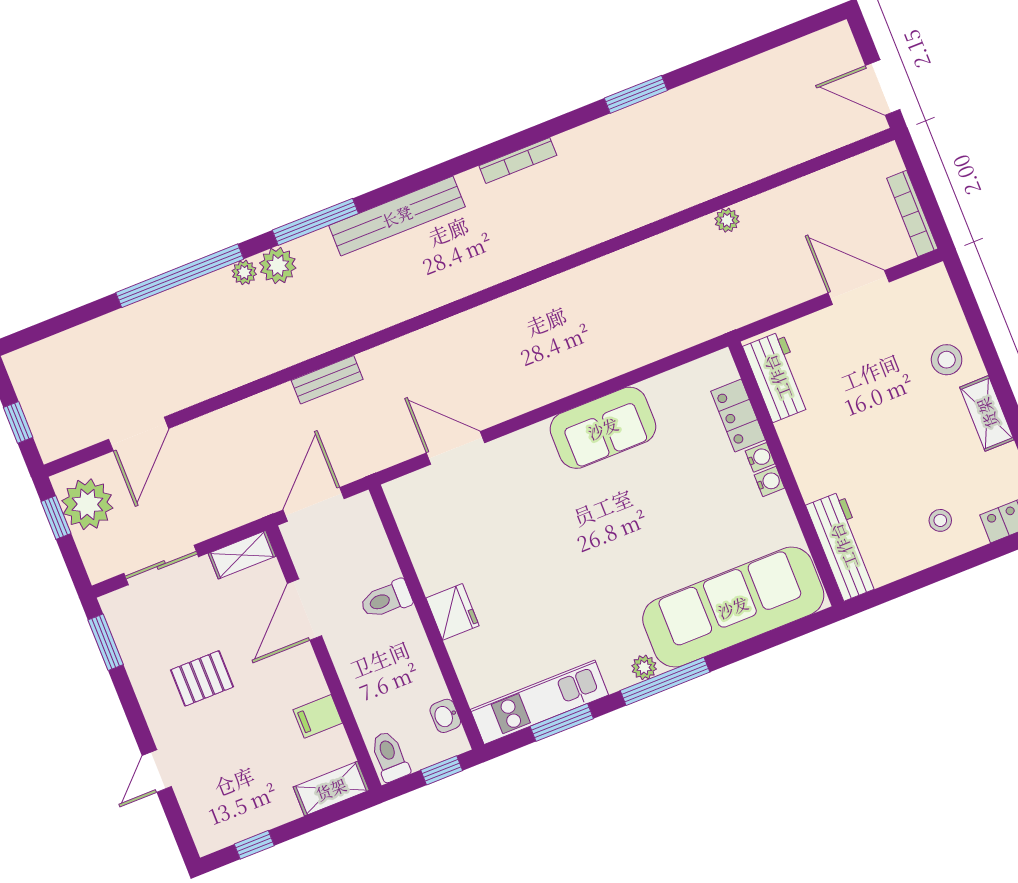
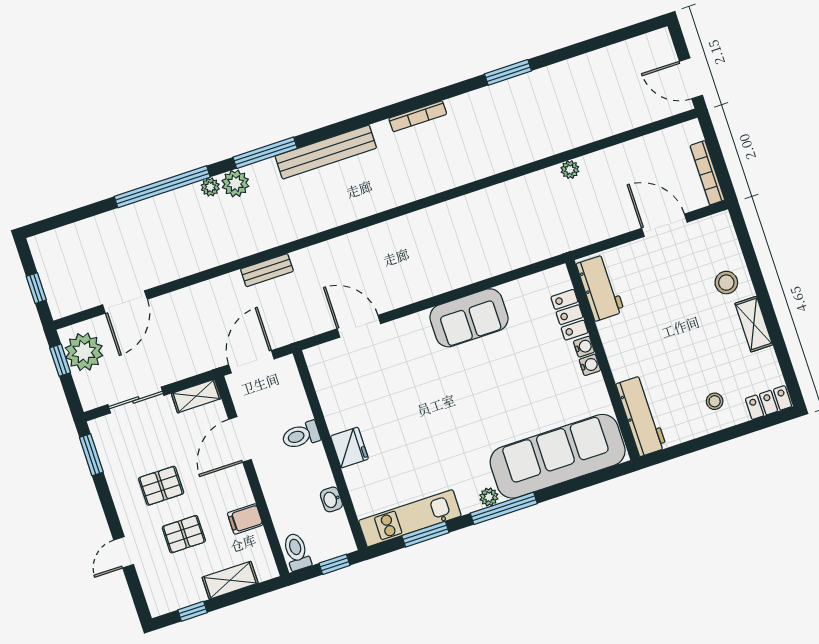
washbasin: (445, 716) -> (331, 499), moved
pallet: (236, 742) -> (184, 534), added
shelving: (331, 789) -> (230, 580), moved

